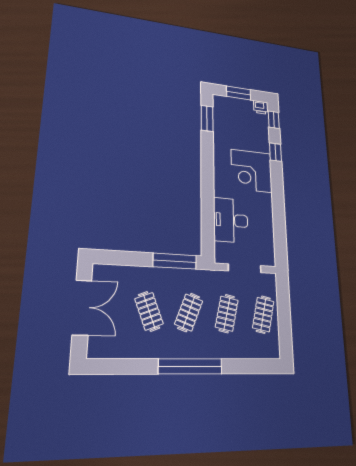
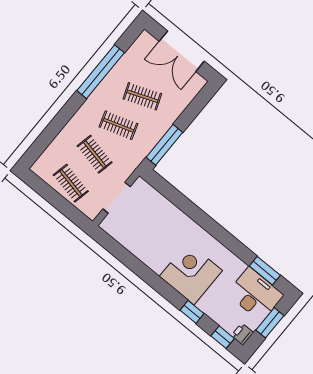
desk: (231, 220) -> (255, 294), moved
clothes rail: (189, 312) -> (119, 125), turned -39
window: (190, 366) -> (101, 72), moved

